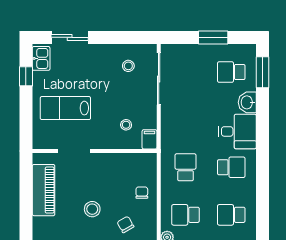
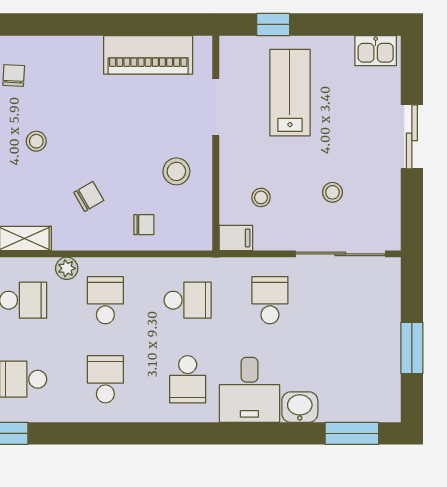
sliding door: (70, 37) -> (412, 137), moved
stool: (128, 66) -> (332, 192), moved
school desk: (231, 72) -> (270, 300), moved
window: (26, 76) -> (273, 24), moved
stool: (92, 209) -> (176, 171), moved

